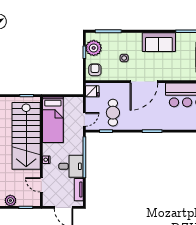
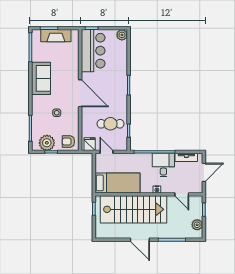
door: (84, 119) -> (106, 152), moved
door: (41, 185) -> (182, 194), hinge flipped

